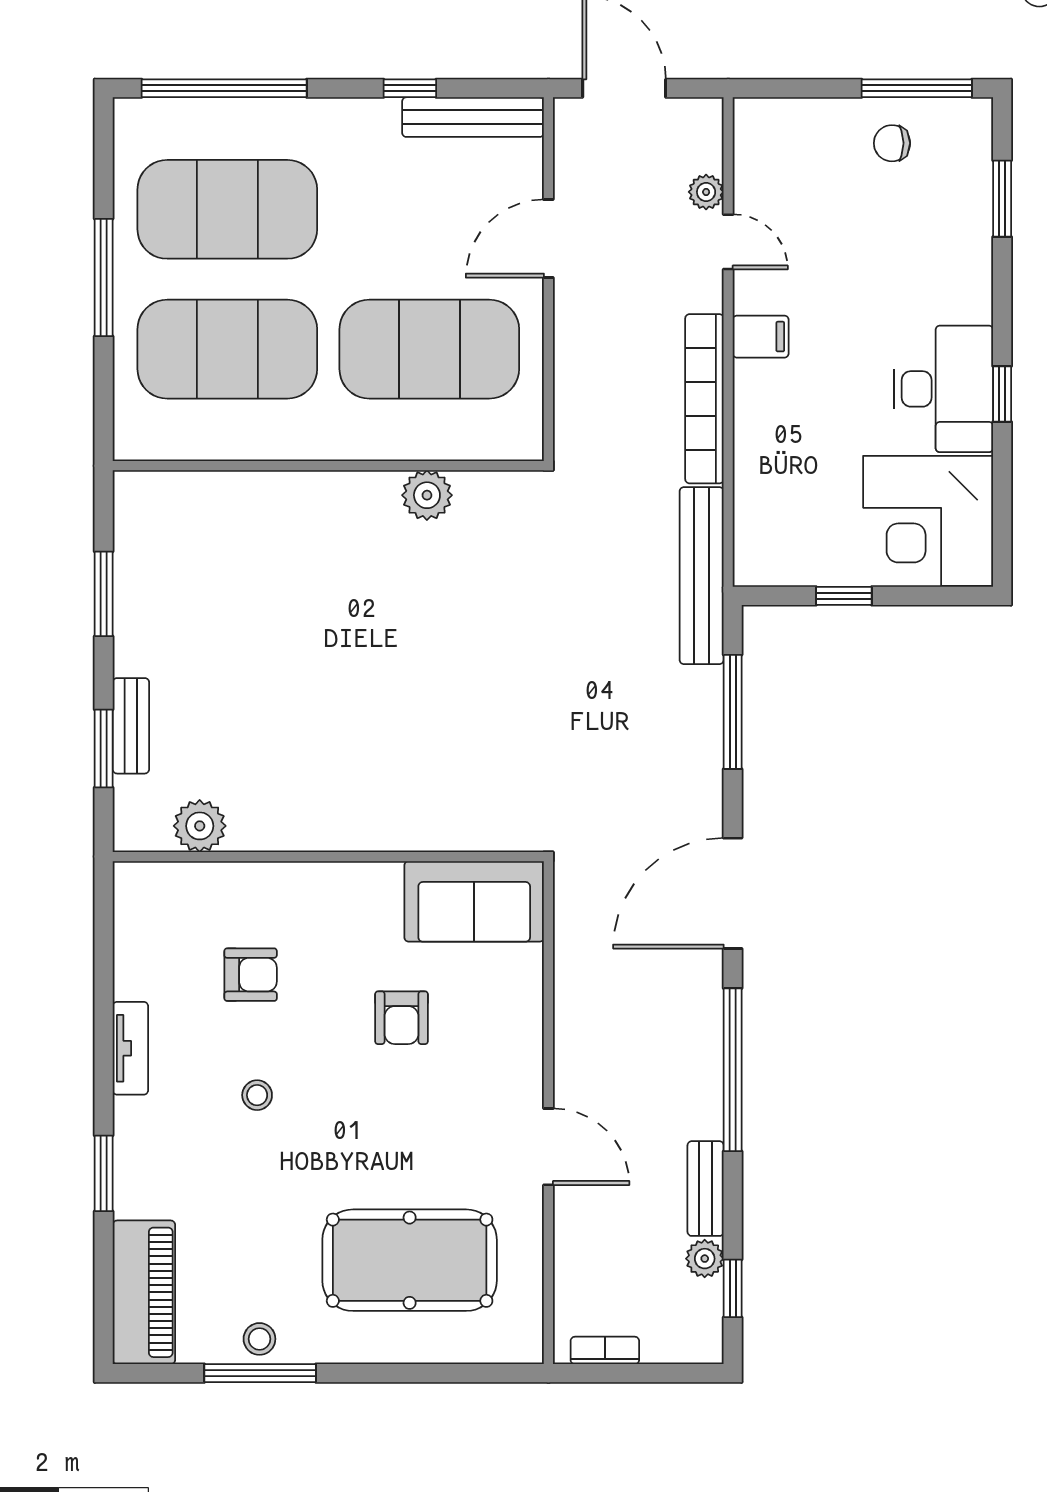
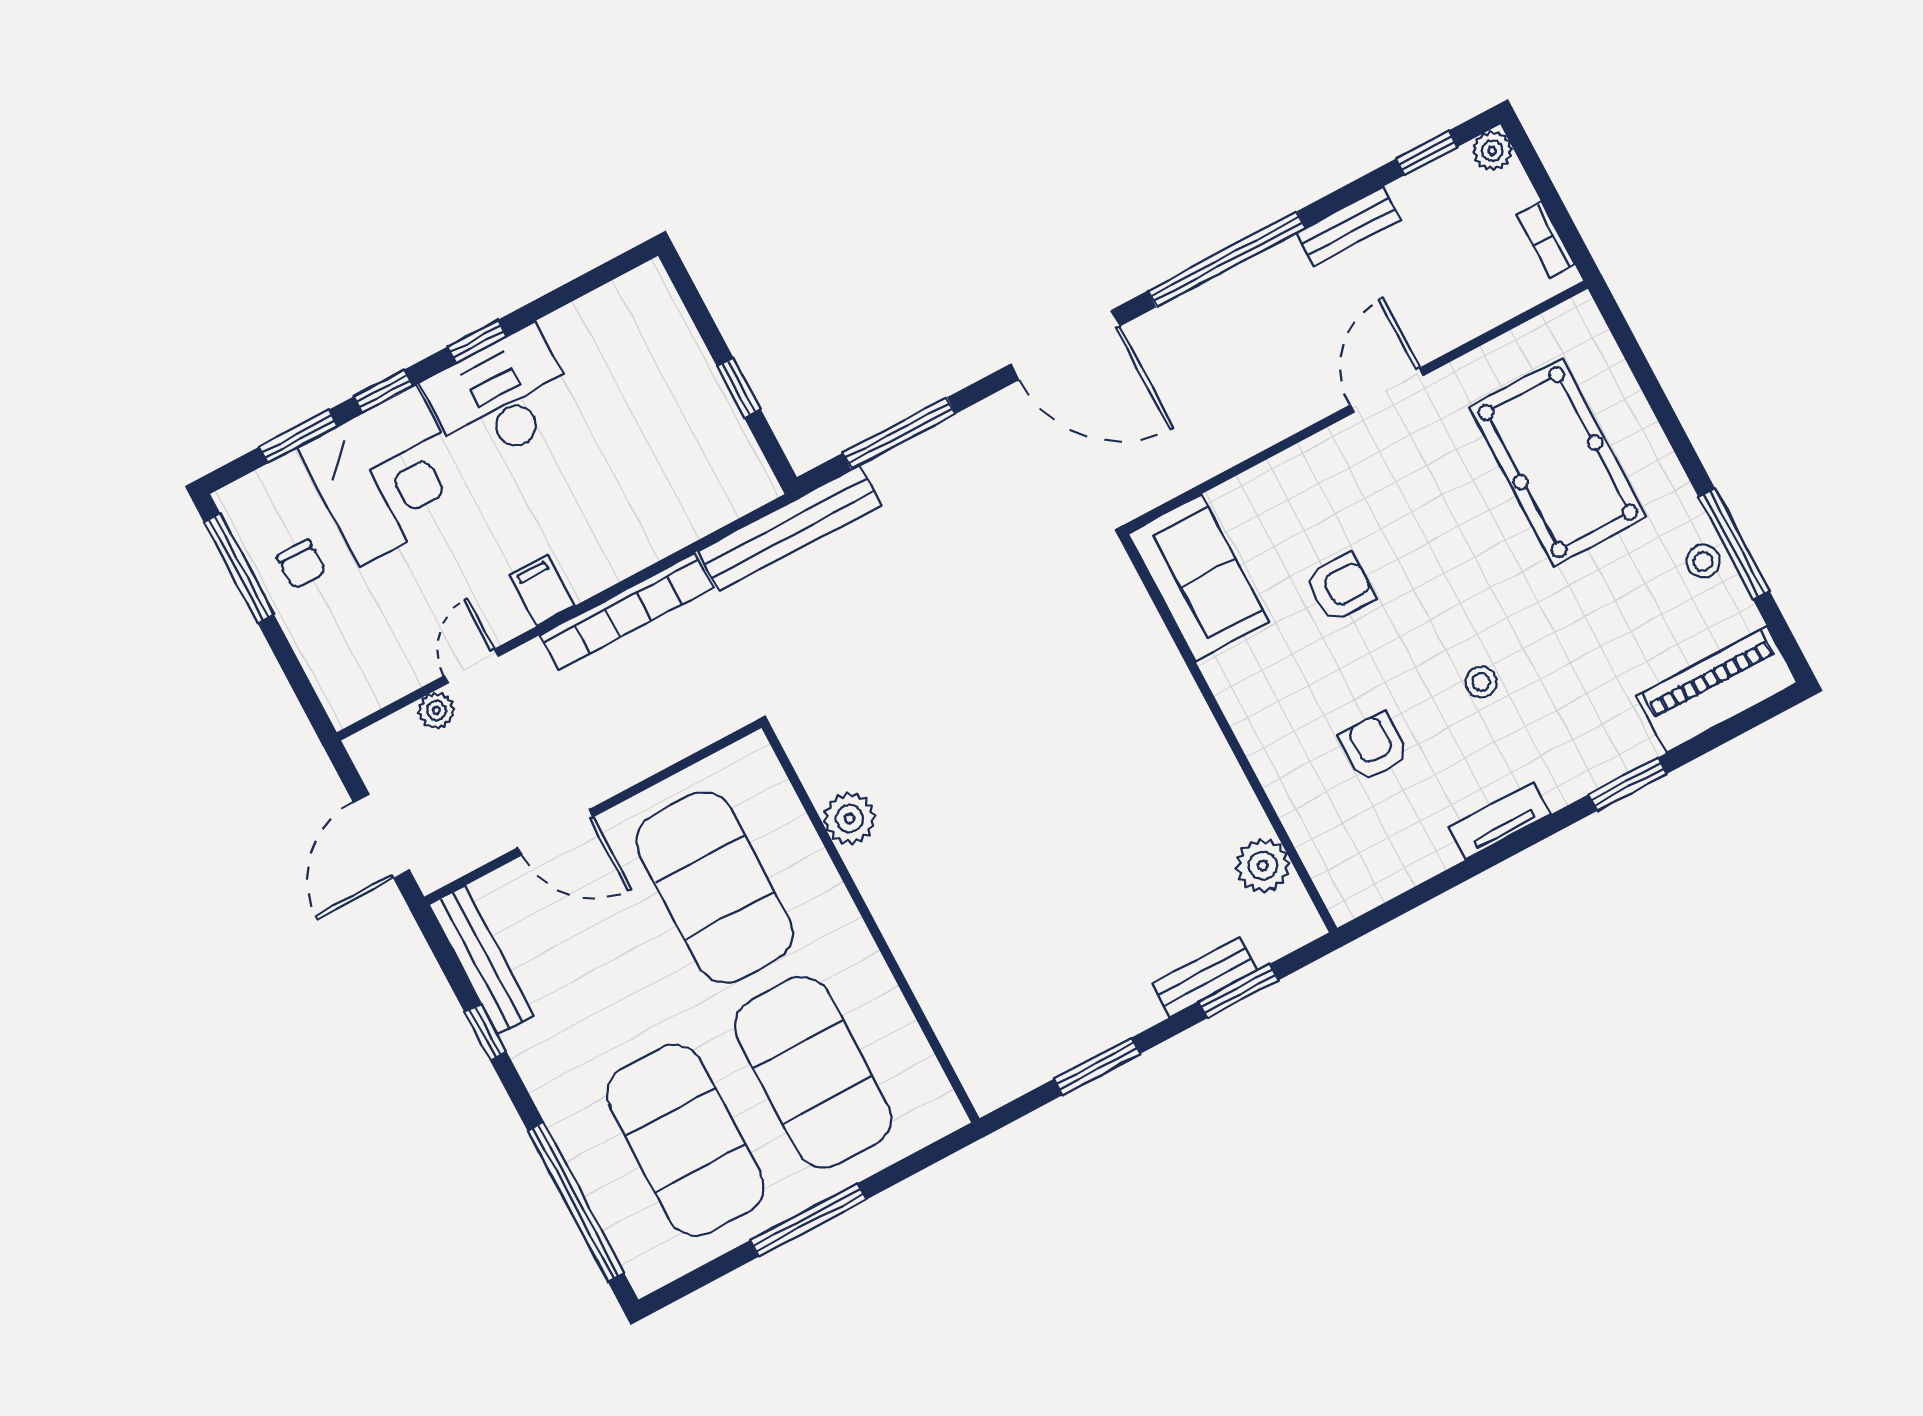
window: (1002, 291) -> (383, 391), added
corner desk: (928, 521) -> (388, 476), moved
plant: (705, 1259) -> (1492, 151), moved

